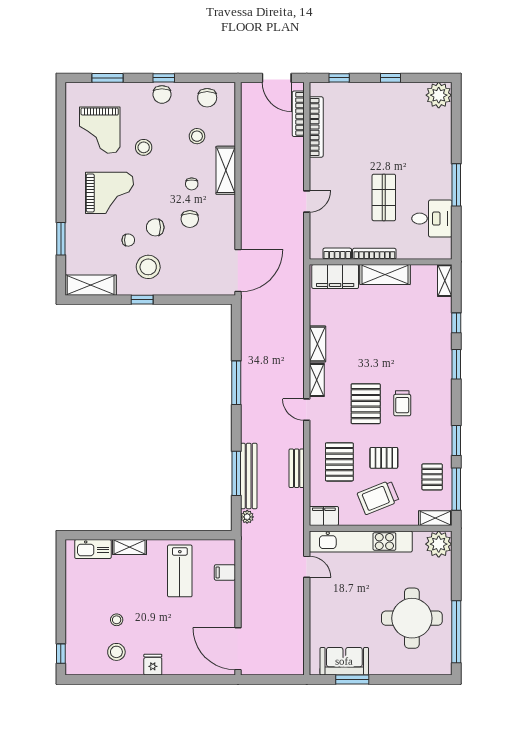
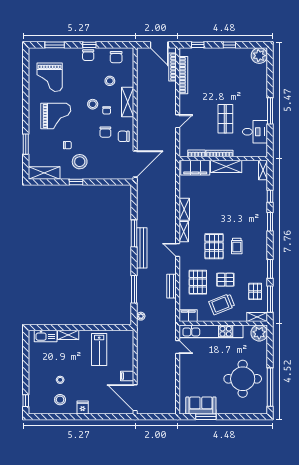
stool: (144, 147) -> (93, 104), moved
chair: (155, 227) -> (124, 136), moved
bench: (249, 476) -> (142, 248), moved
filing cabinet: (225, 572) -> (127, 376), moved

